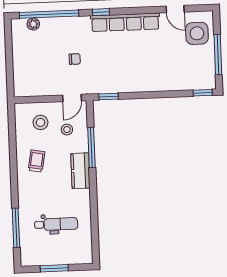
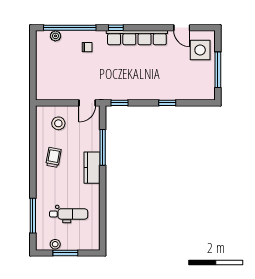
chair: (75, 59) -> (87, 47), moved
window: (203, 93) -> (167, 103), moved
stool: (67, 130) -> (55, 244), moved

